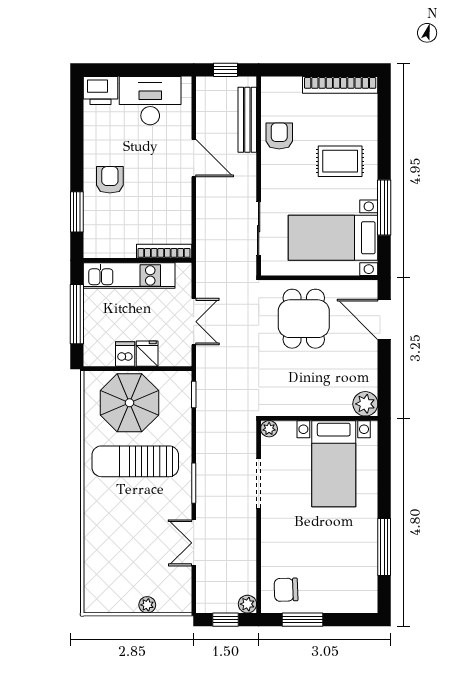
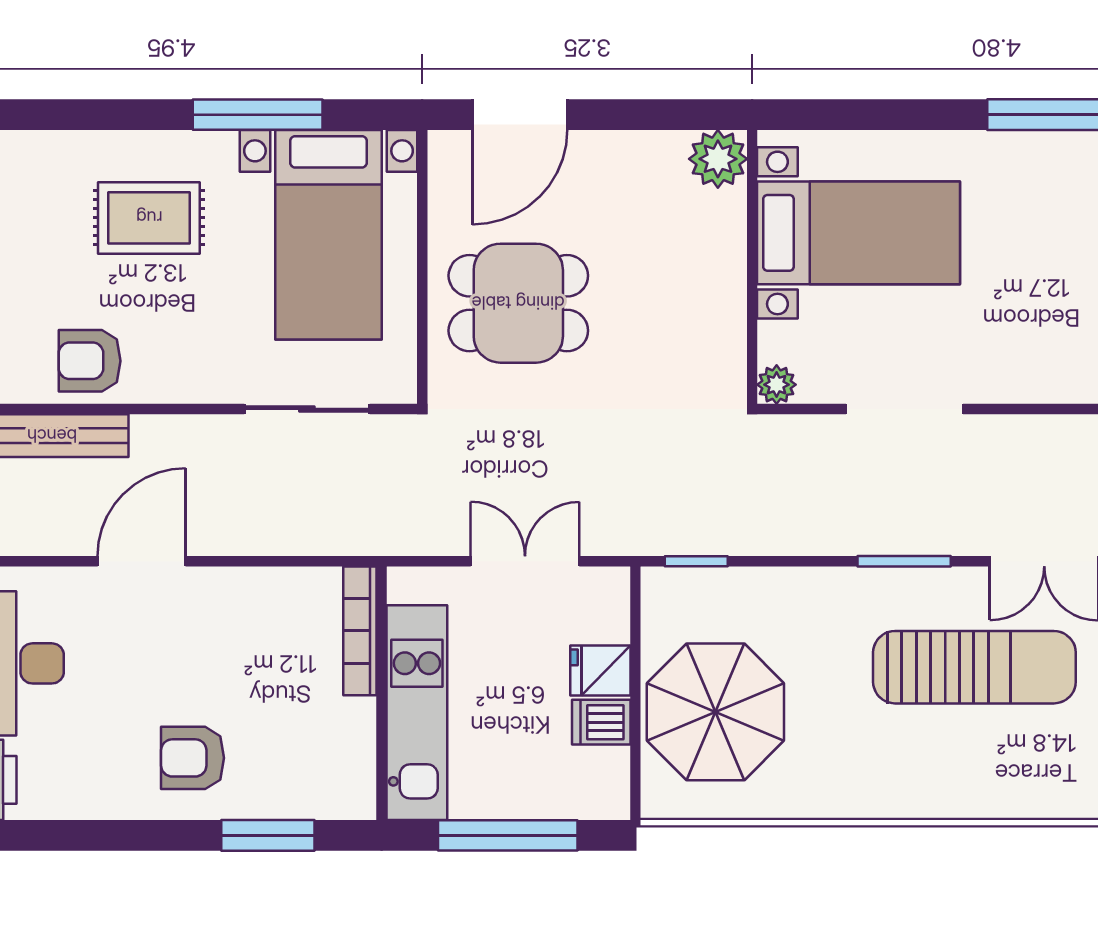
rug: (340, 161) -> (149, 218), turned 90
sun lounger: (135, 461) -> (974, 667), moved, turned -90

